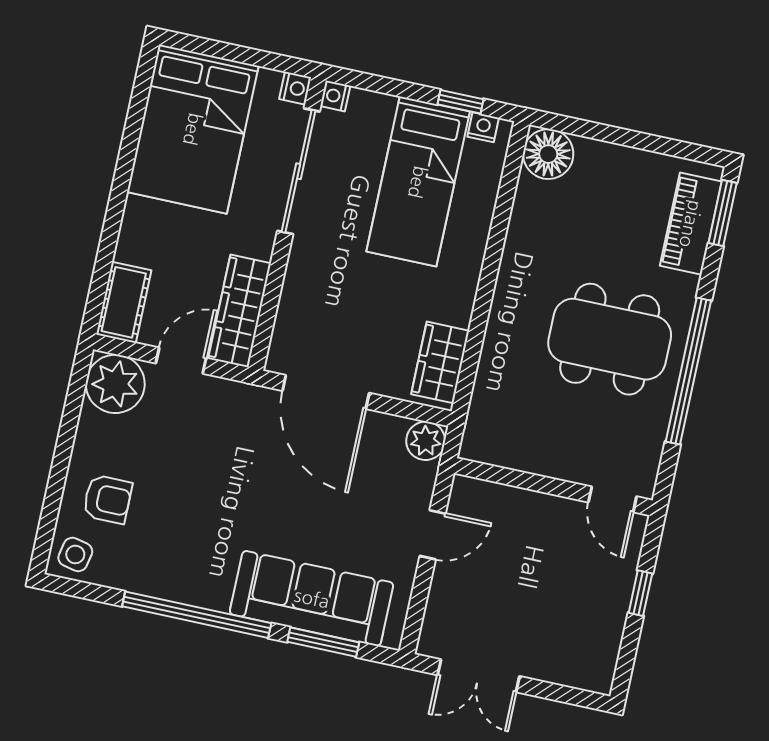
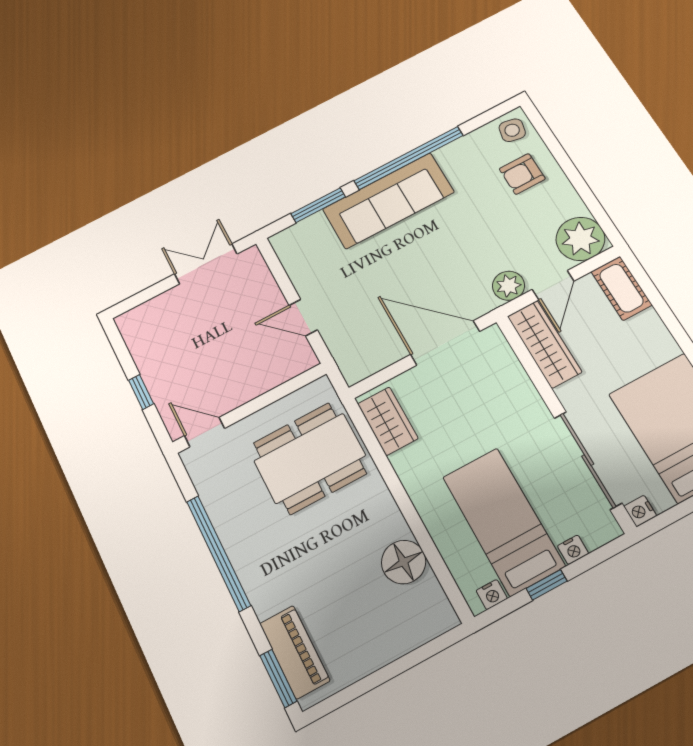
nightstand: (335, 96) -> (573, 550), moved, turned 90
window: (460, 102) -> (547, 585), moved
floor lamp: (548, 154) -> (404, 562), moved
dining table: (610, 339) -> (310, 458), moved
plant: (426, 441) -> (509, 286), moved
door: (433, 535) -> (303, 318), hinge flipped
sofa: (312, 598) -> (388, 201), moved

